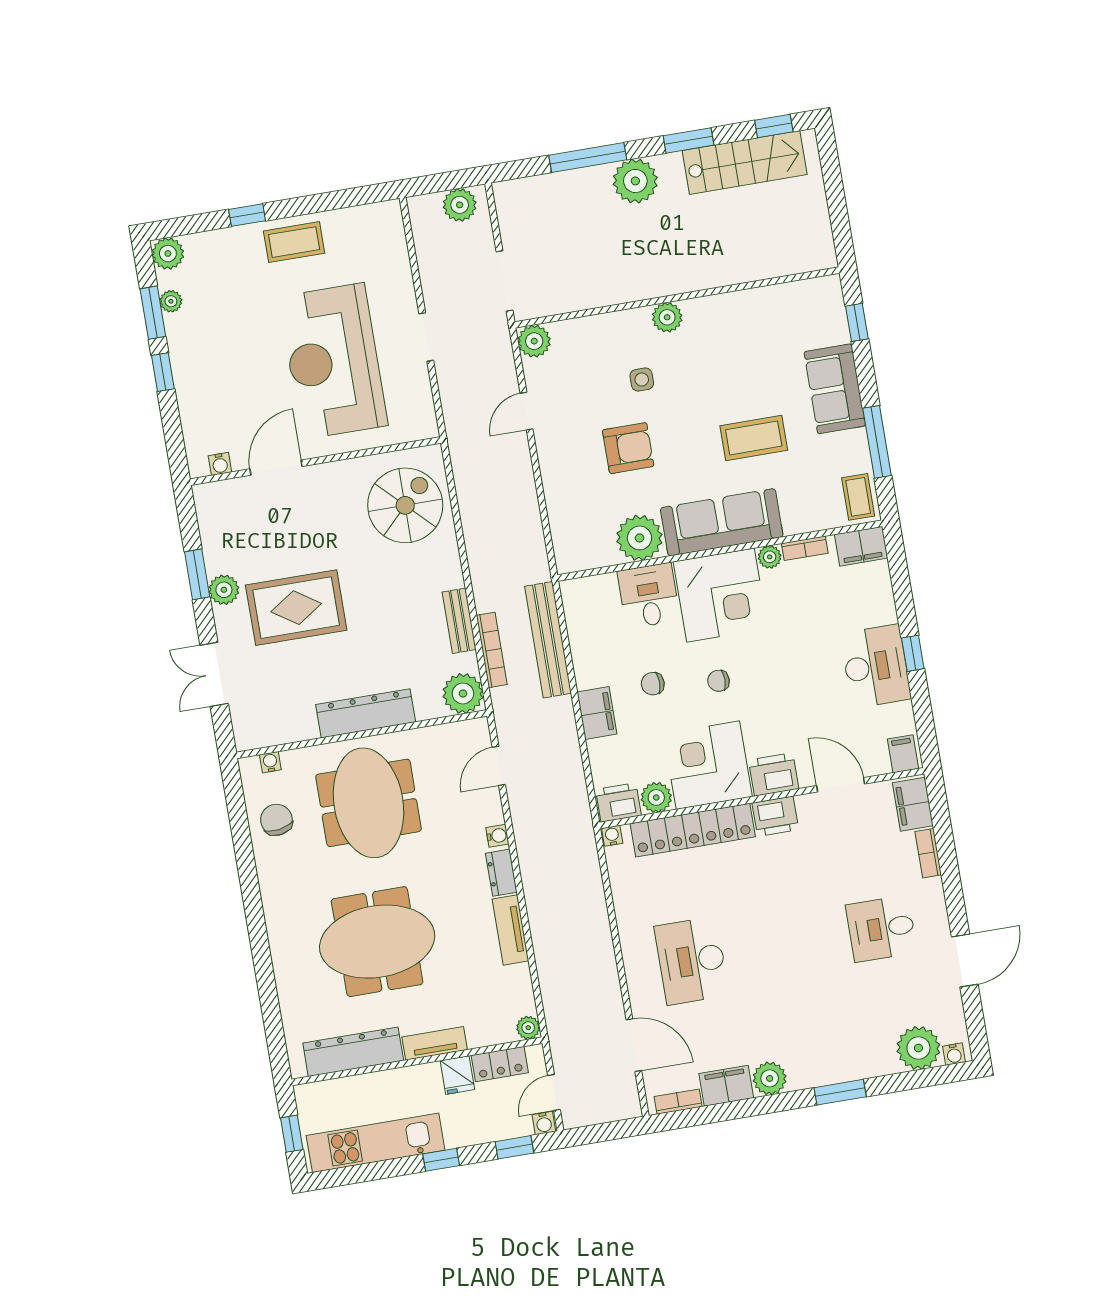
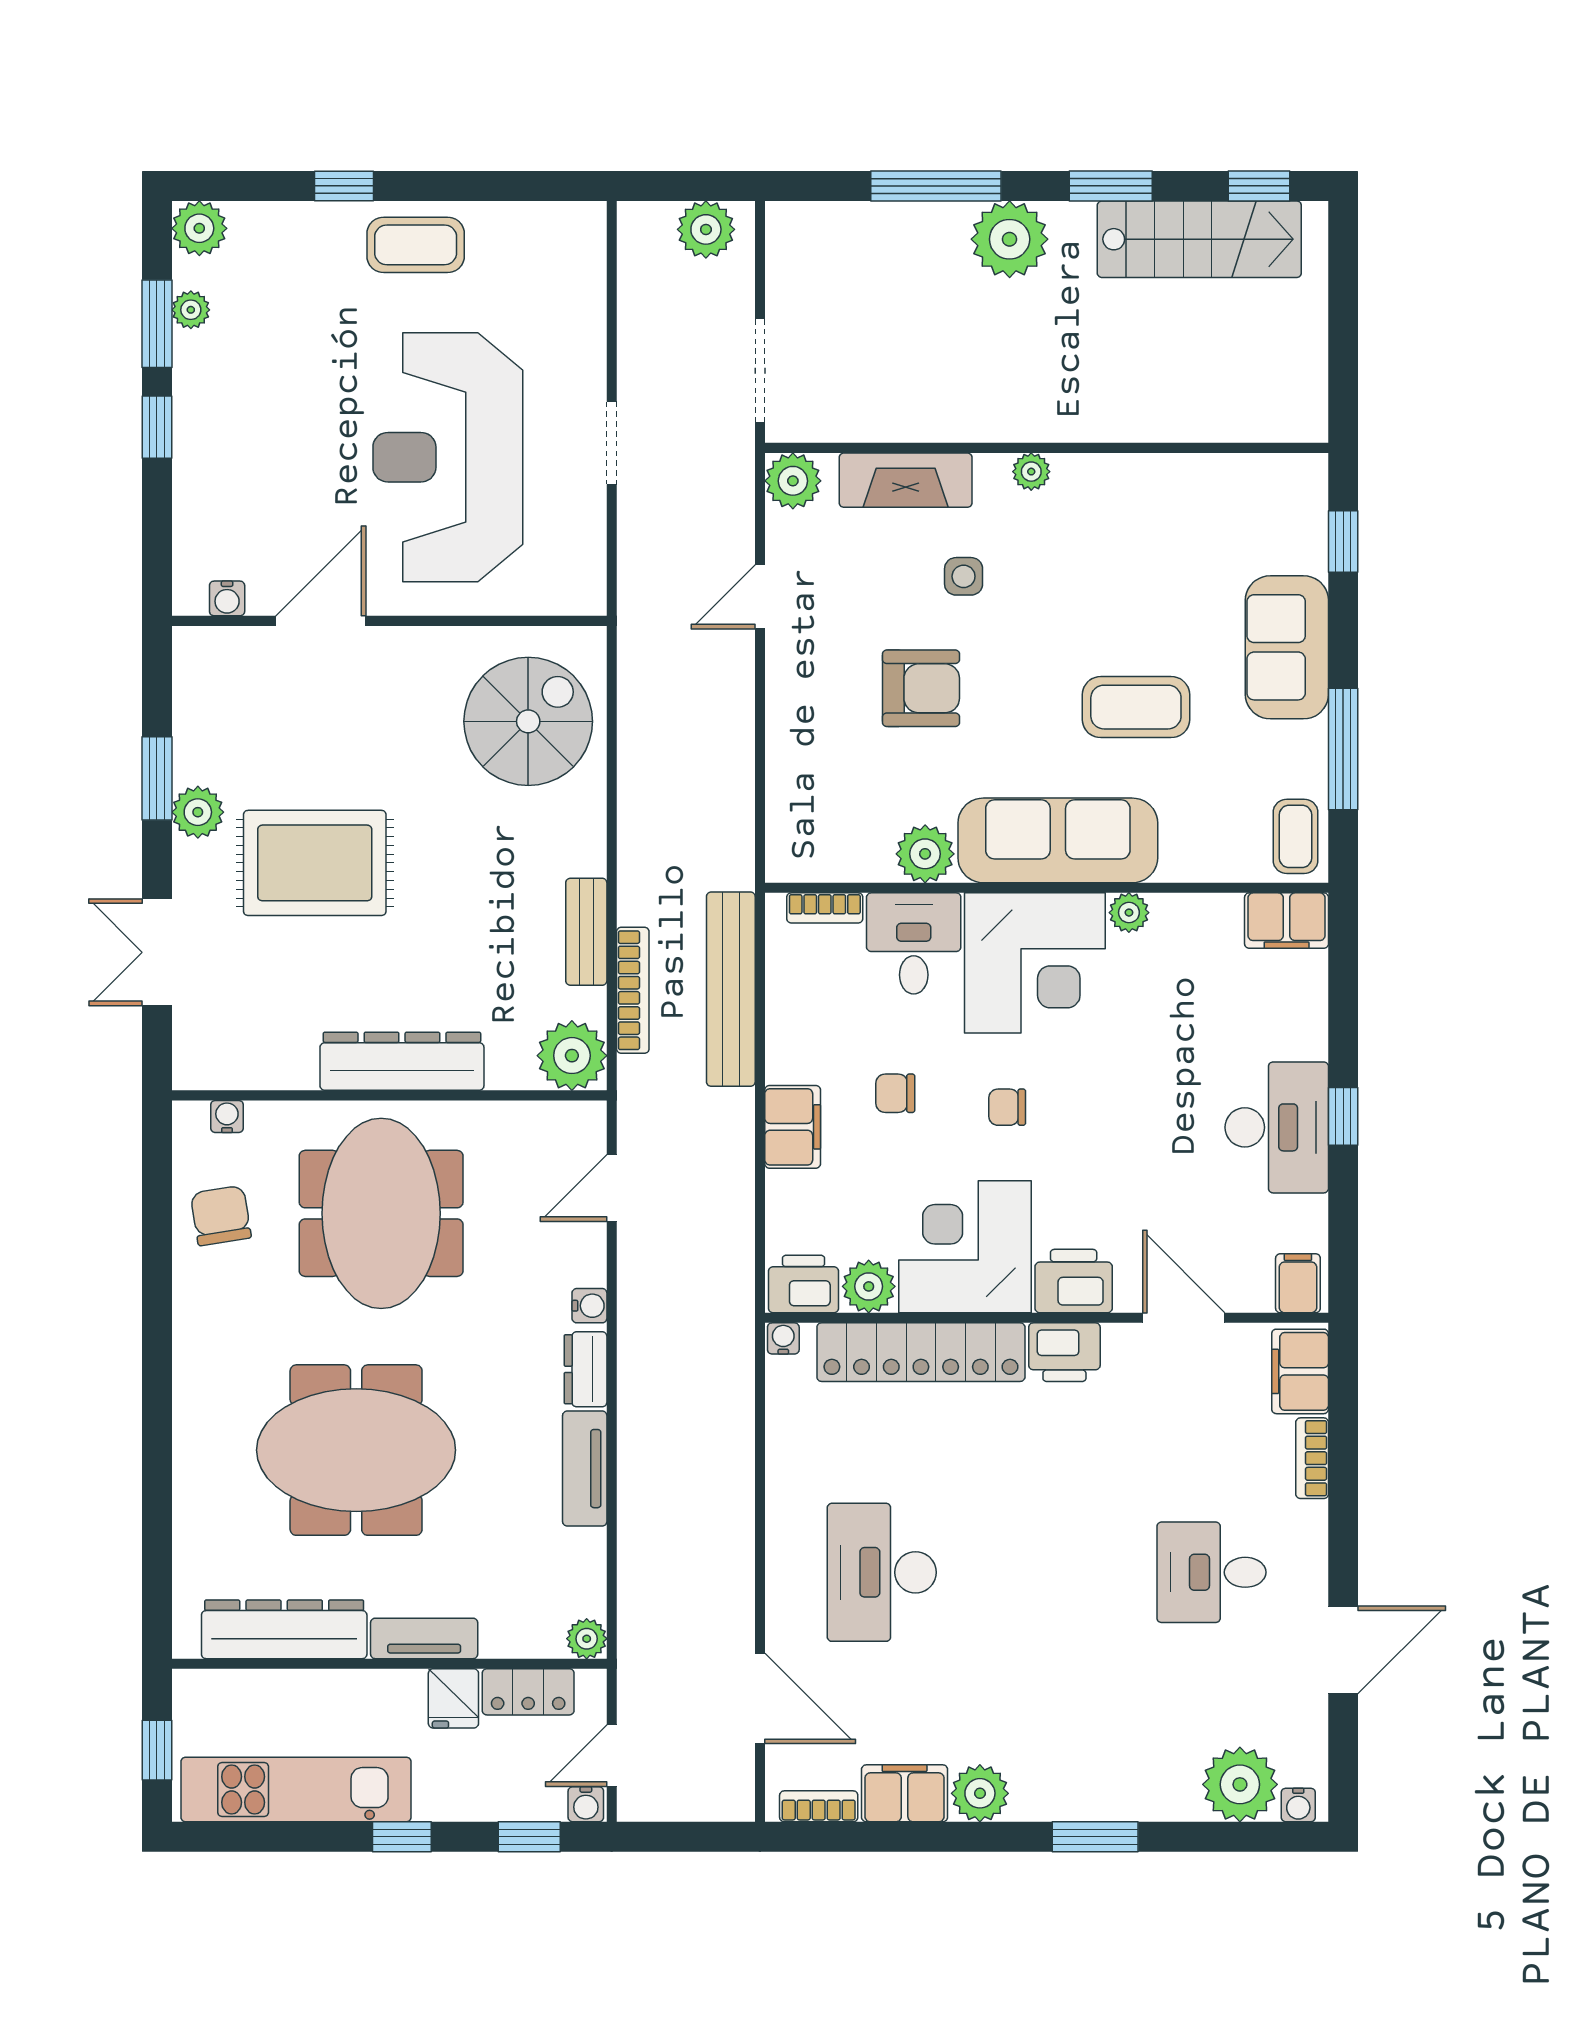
plant: (667, 317) -> (1031, 472), width x0.73, depth x0.73
fireplace: (599, 330) -> (906, 480), added
plant: (639, 538) -> (925, 854), width x0.73, depth x0.73
bookcase: (805, 548) -> (825, 908), moved

